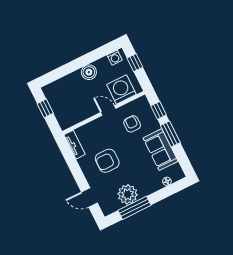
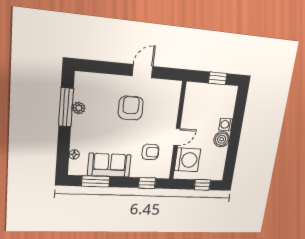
washing machine: (115, 58) -> (226, 124), moved
window: (170, 134) -> (96, 181), moved
tv unit: (75, 145) -> (166, 85), removed
plant: (128, 194) -> (79, 108), width x0.53, depth x0.53
door: (89, 197) -> (143, 71), moved

